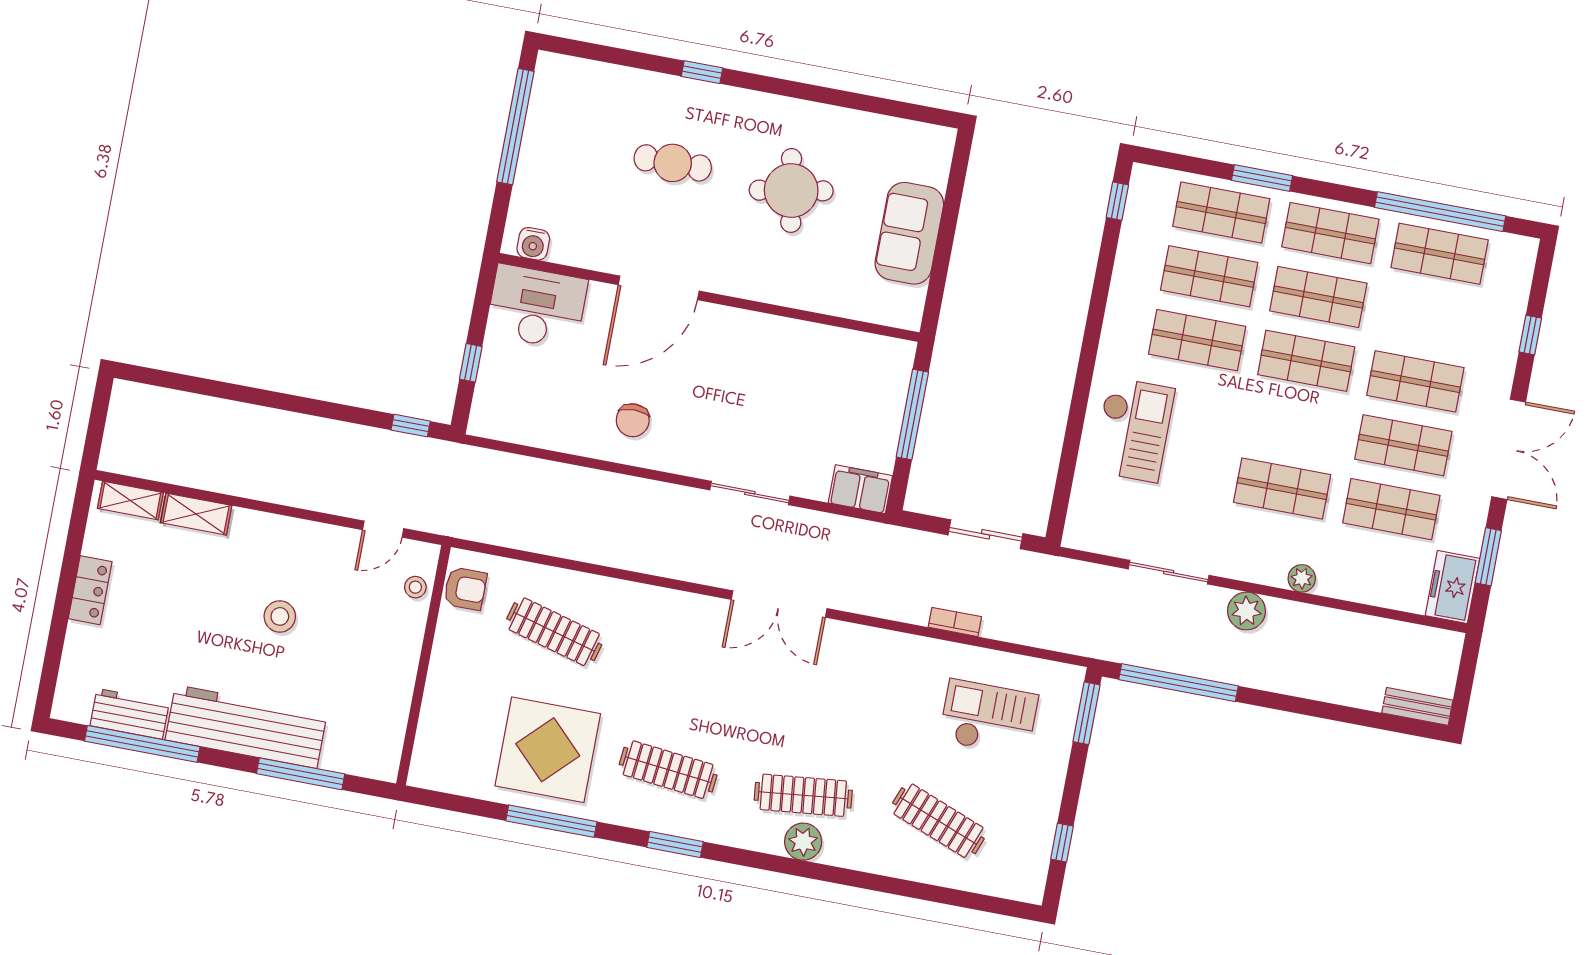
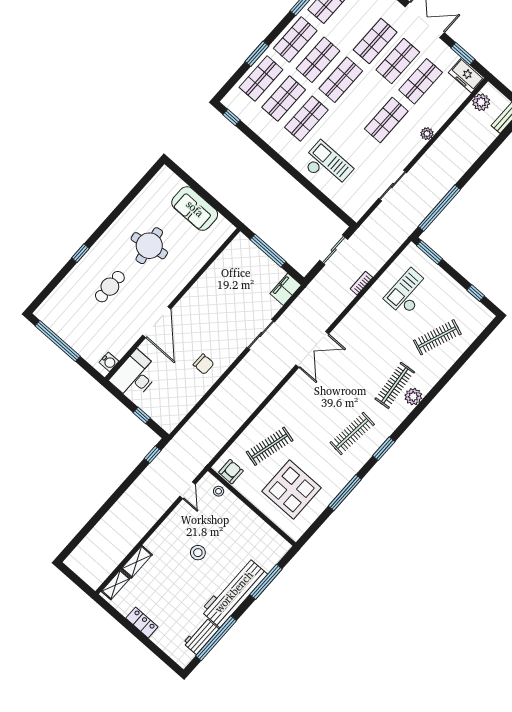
plant: (1246, 611) -> (481, 102), moved
display table: (548, 750) -> (292, 489), moved

